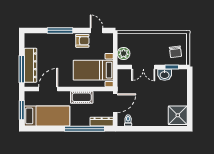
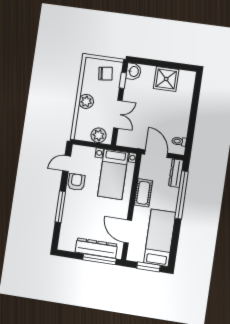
plant: (150, 39) -> (86, 101), added
washbasin: (165, 75) -> (134, 71), moved
shower: (178, 115) -> (166, 79), moved

